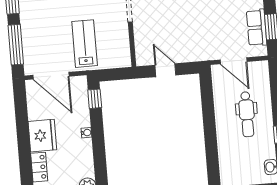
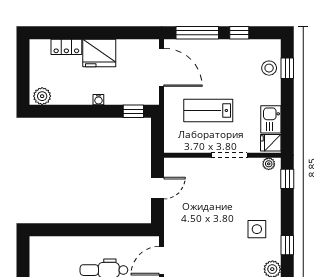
lab bench: (85, 44) -> (208, 110), moved, turned 180
door: (51, 76) -> (161, 67), swing flipped

